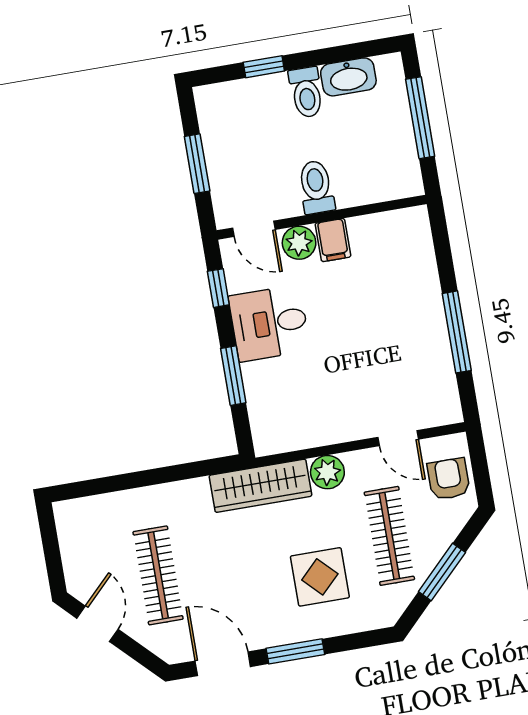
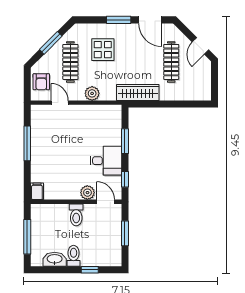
filing cabinet: (333, 240) -> (37, 191), moved
wardrobe: (260, 486) -> (138, 92), moved

